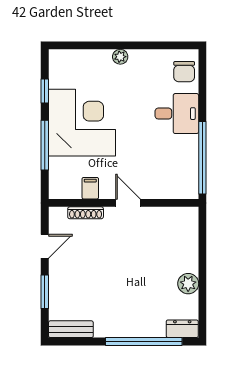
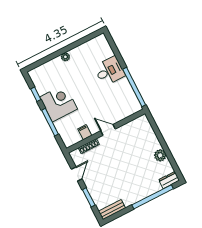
chair: (184, 72) -> (102, 48), removed
corner desk: (82, 123) -> (59, 103), width x0.74, depth x0.74

